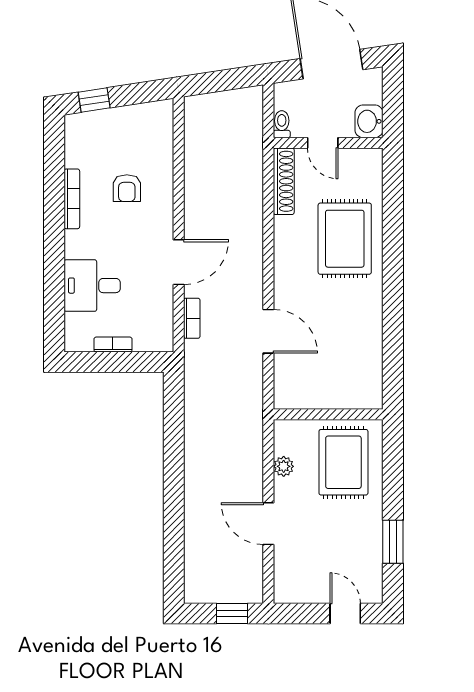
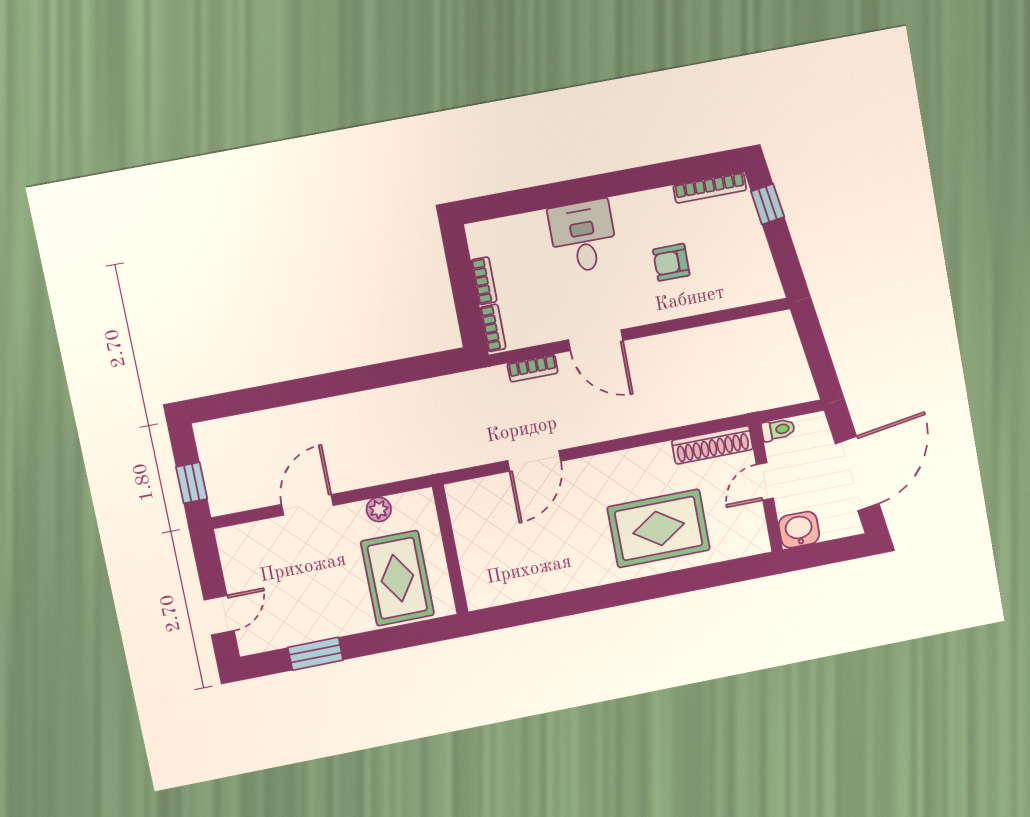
bookcase: (72, 199) -> (710, 188), moved
desk: (92, 286) -> (583, 236), moved
bookcase: (153, 344) -> (493, 328), added
rug: (343, 462) -> (397, 578), turned 90

